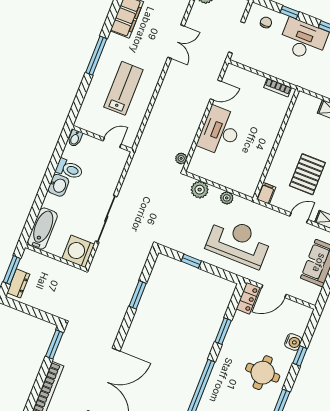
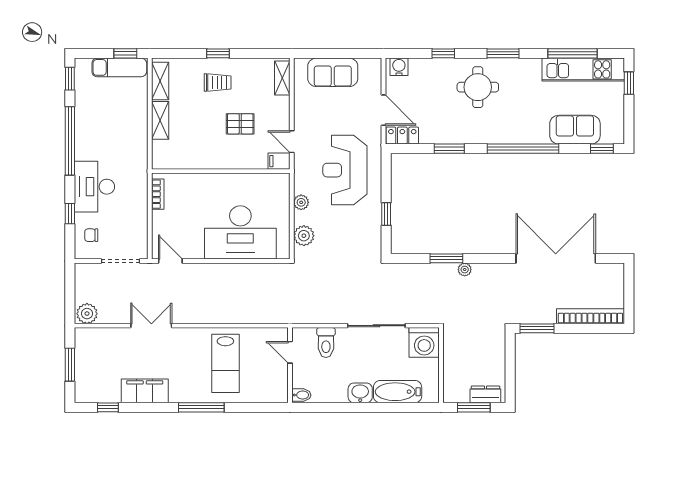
lab bench: (123, 88) -> (225, 363), turned -90
door: (216, 90) -> (170, 261), moved
desk: (220, 131) -> (240, 232), width x1.36, depth x1.30
plant: (181, 158) -> (465, 270), moved
toilet: (69, 169) -> (326, 343), moved, turned 180
pallet: (307, 174) -> (240, 124), width x0.67, depth x0.71
door: (299, 218) -> (292, 142), moved
bathtub: (42, 229) -> (398, 392), moved
water cooler: (293, 342) -> (399, 67), moved

